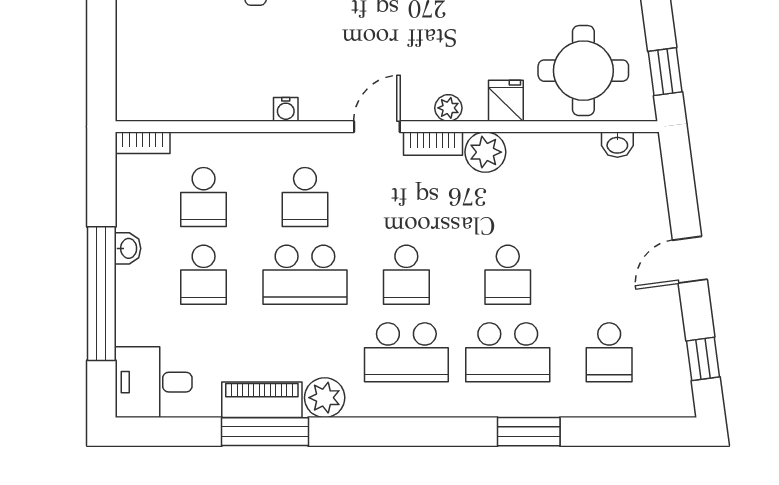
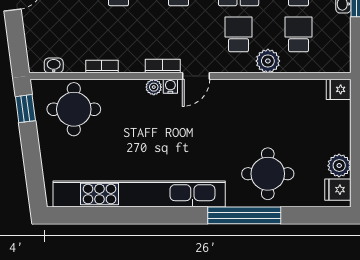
fridge: (506, 101) -> (339, 89), moved, turned 90
water cooler: (286, 109) -> (170, 86), moved
bookcase: (143, 143) -> (102, 67), moved
plant: (485, 152) -> (268, 61), moved

